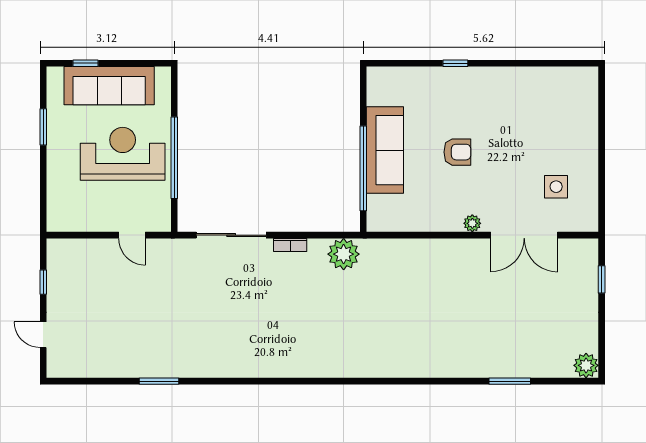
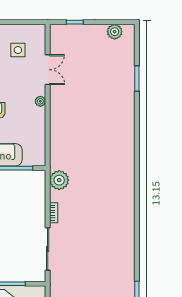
double door: (524, 235) -> (48, 70), width x0.73
plant: (586, 365) -> (115, 32), moved

